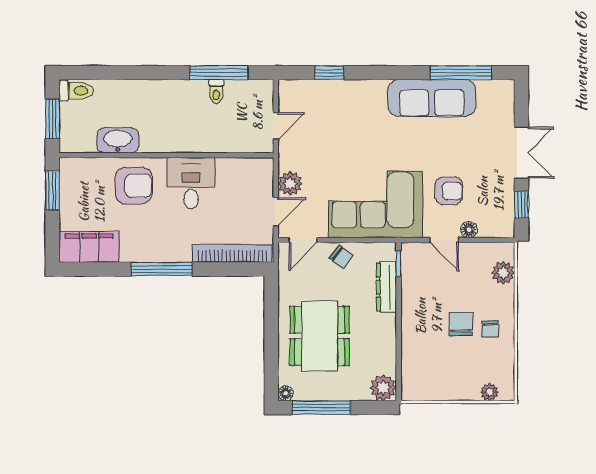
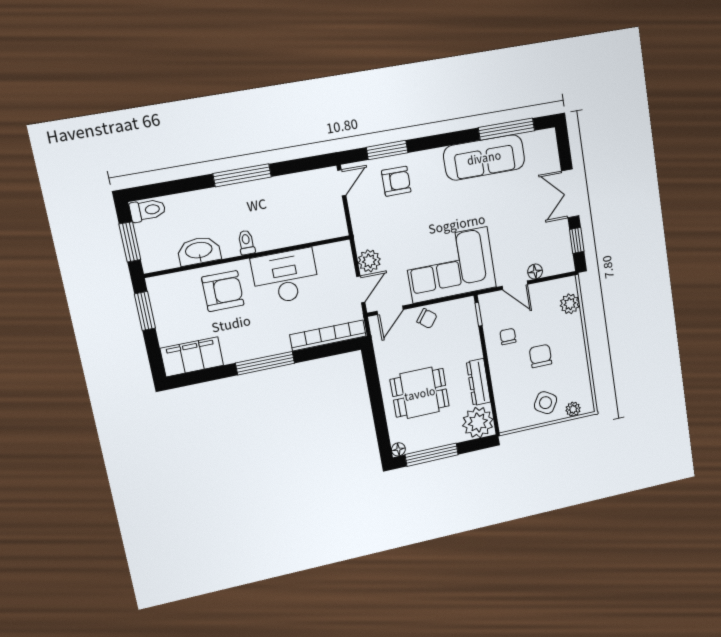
window: (219, 73) -> (242, 175), moved
window: (329, 73) -> (387, 150), width x1.50
toilet: (216, 92) -> (246, 242), moved, turned 180
door: (276, 126) -> (342, 183), moved
double door: (521, 153) -> (570, 193), swing flipped
desk: (191, 183) -> (285, 277), width x1.37
armchair: (449, 191) -> (396, 181), moved
dresser: (386, 287) -> (478, 382), moved
chair: (490, 329) -> (508, 336), moved, turned 180
dining table: (320, 336) -> (420, 393), width x0.73
side table: (459, 378) -> (546, 403), added
plant: (383, 388) -> (478, 422), width x1.36, depth x1.36

